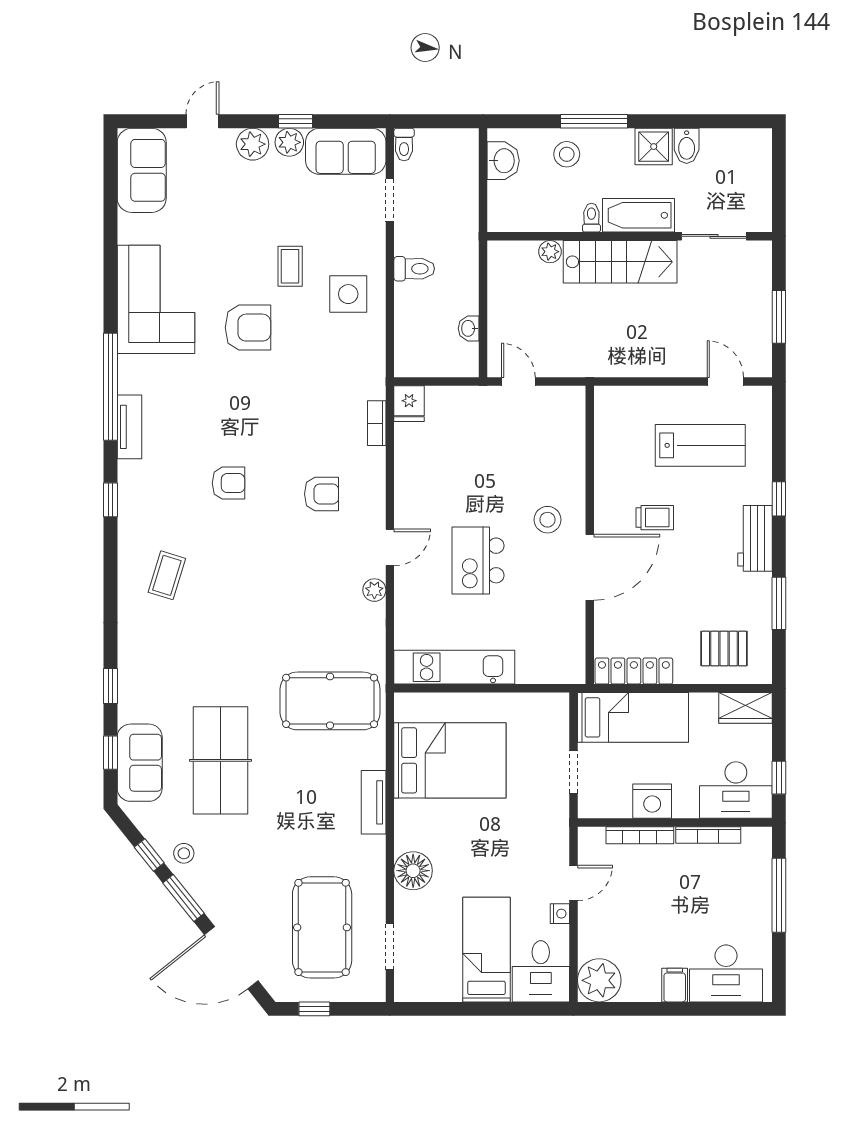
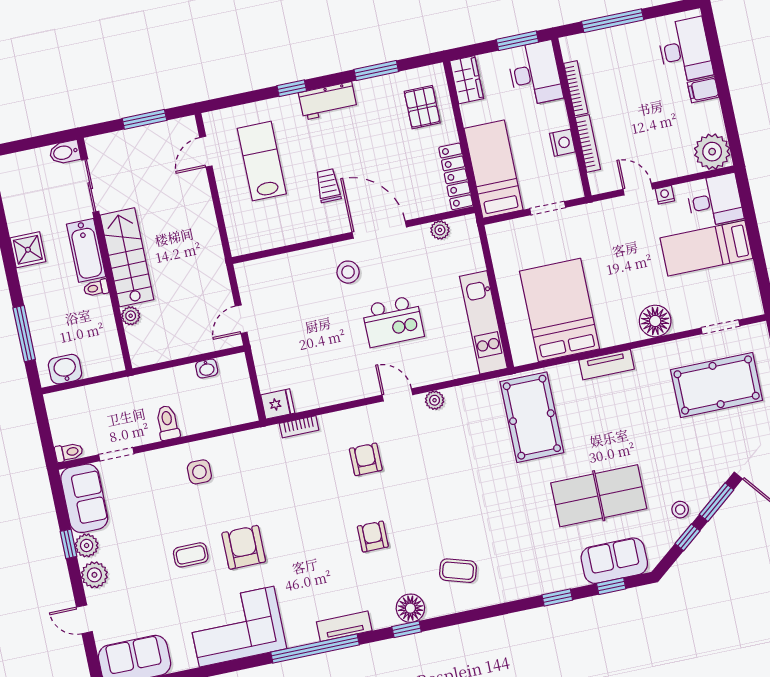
window: (594, 121) -> (24, 334), moved
bidet: (687, 146) -> (65, 152), moved, turned 180
stool: (567, 154) -> (49, 319), removed
coffee table: (290, 266) -> (191, 555), moved
side table: (348, 294) -> (199, 472), width x0.73, depth x0.73
floor lamp: (134, 510) -> (410, 608), added
plant: (574, 639) -> (440, 230), added
window: (779, 778) -> (517, 41), width x1.50
nightstand: (652, 801) -> (562, 143), width x0.74, depth x0.75

